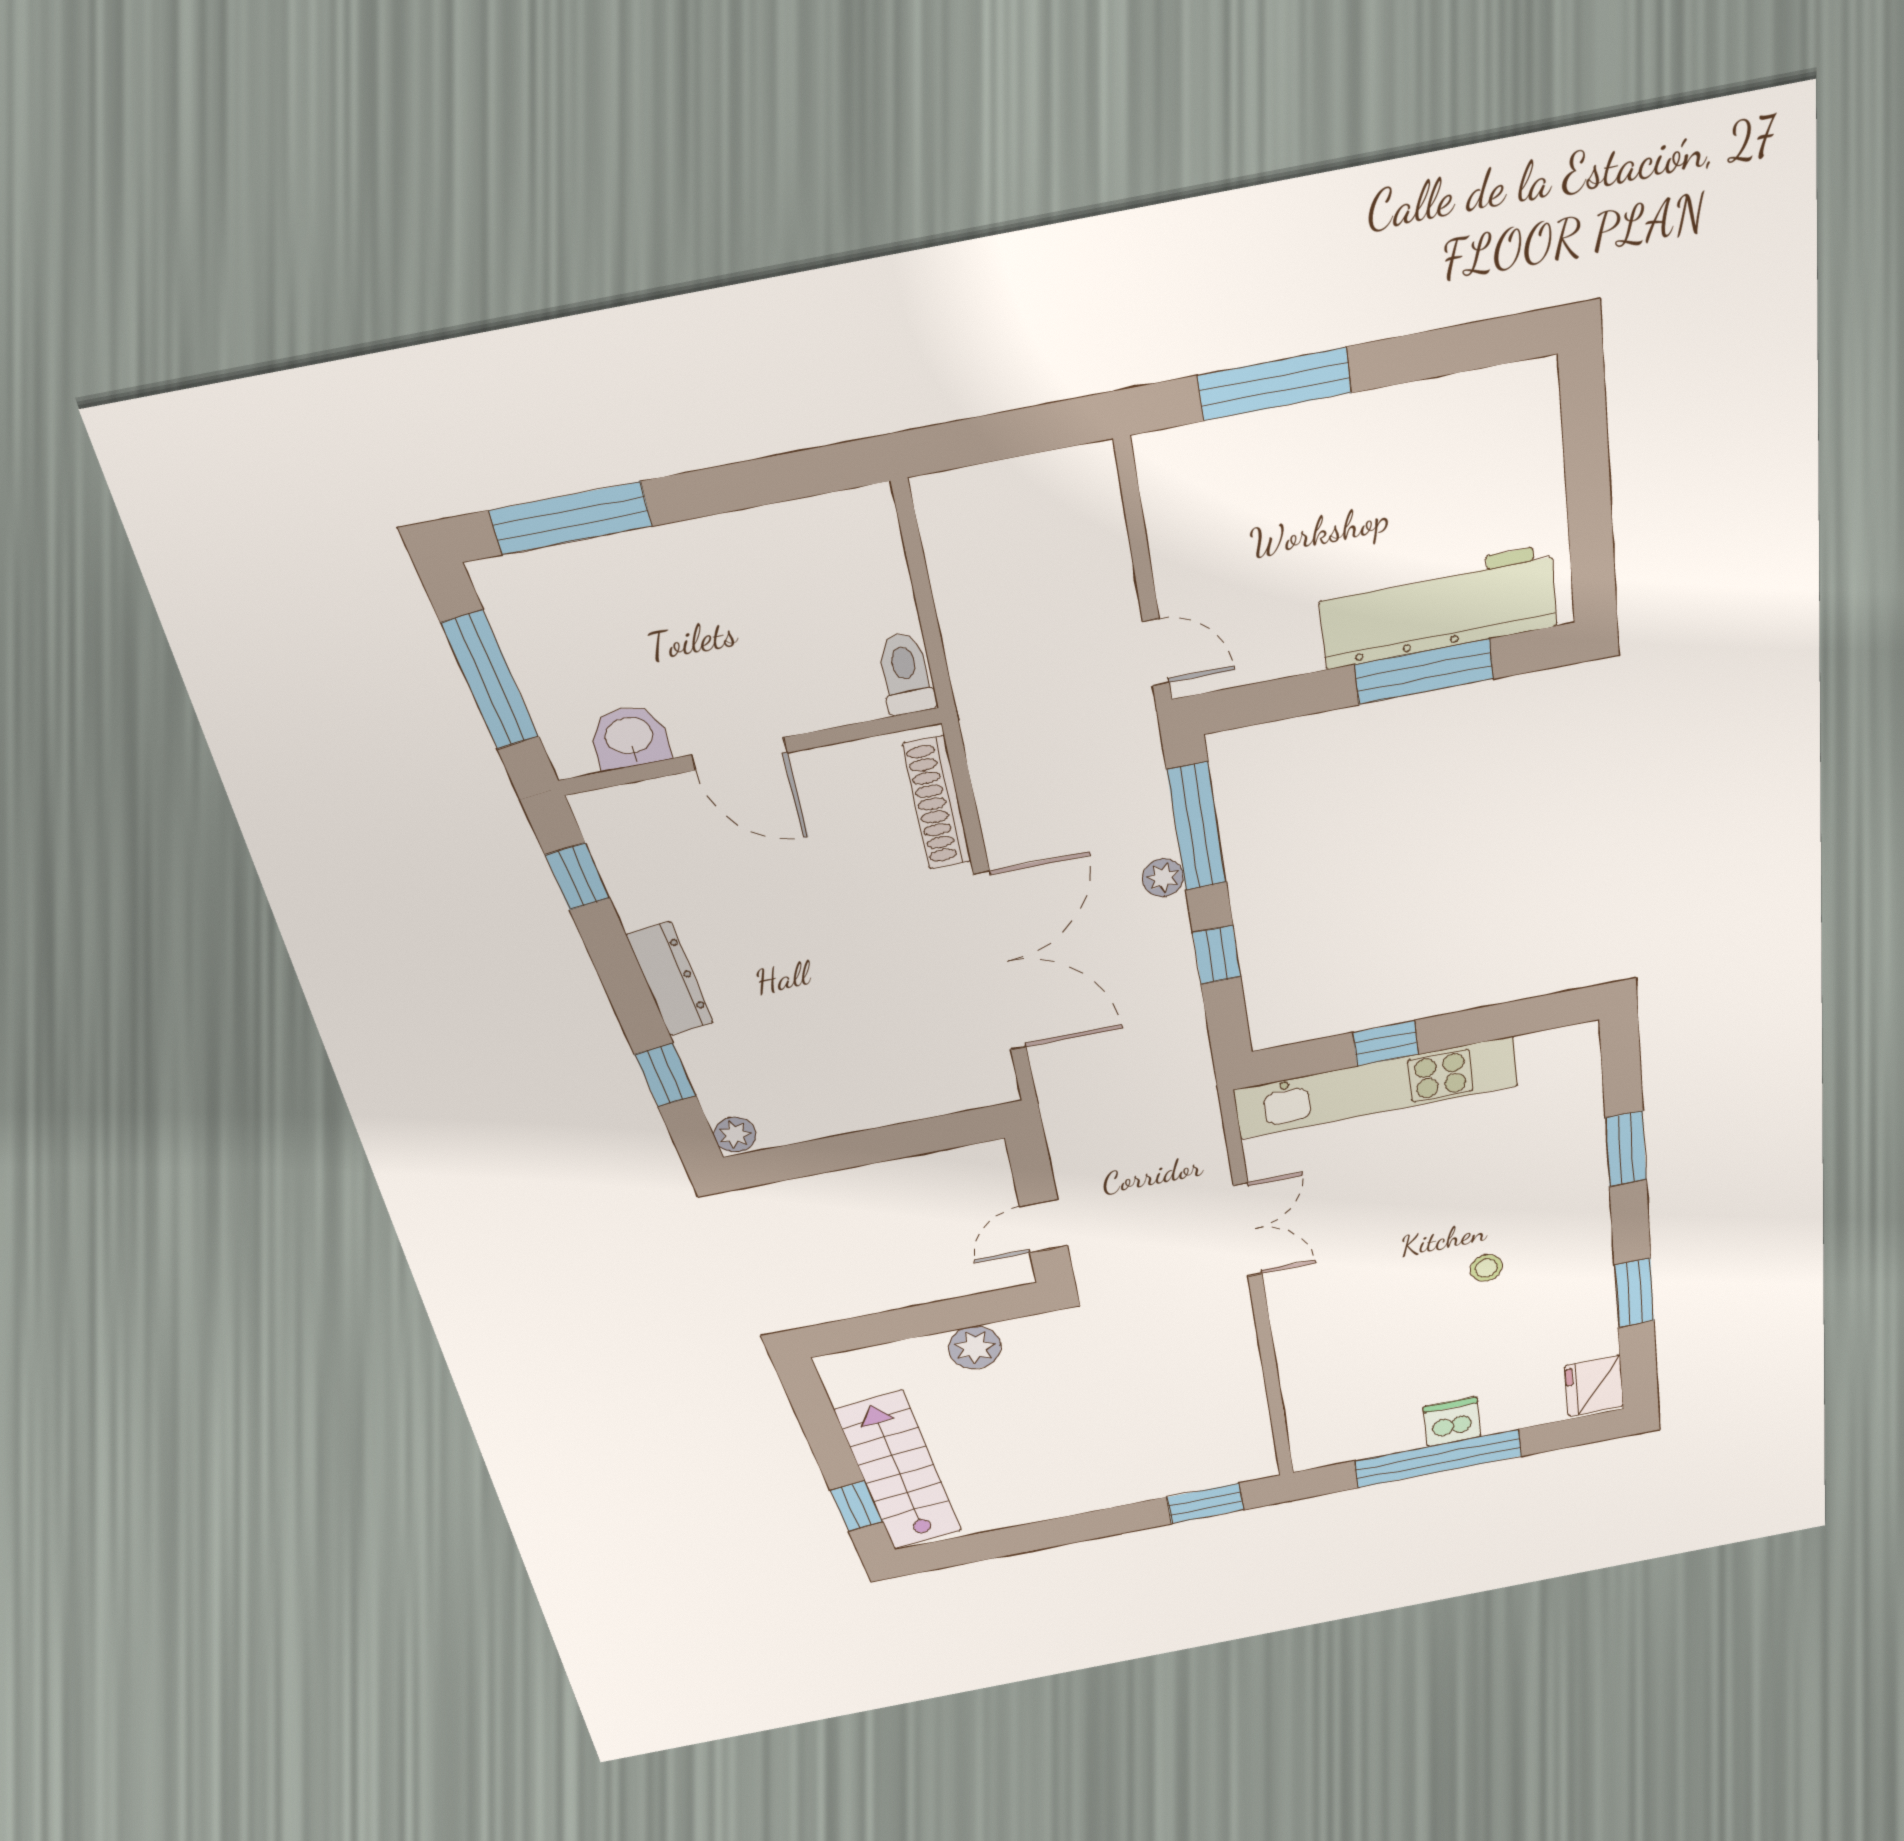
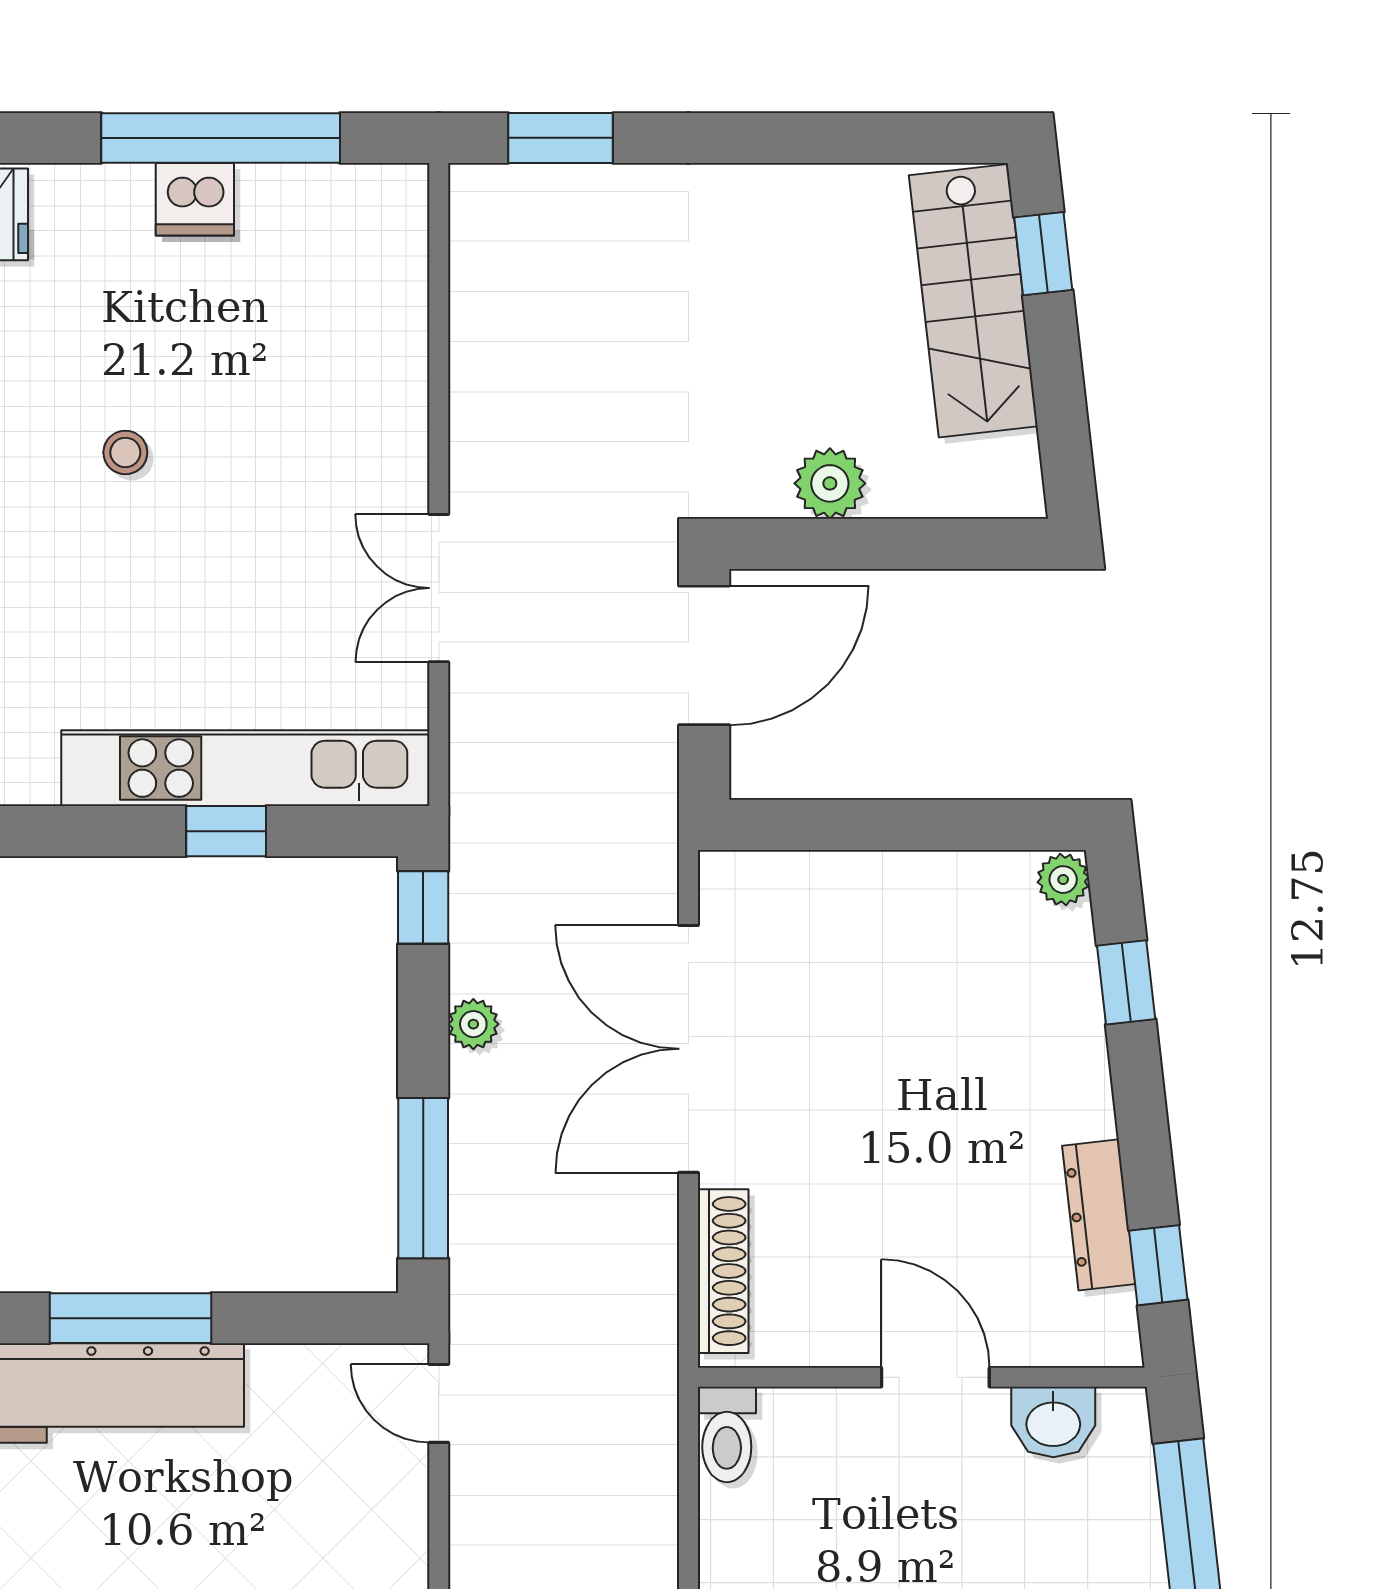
plant: (1163, 878) -> (473, 1024), moved
window: (1217, 955) -> (423, 907), moved
dresser: (670, 979) -> (1099, 1215), moved
door: (1044, 1226) -> (704, 655), width x1.88

